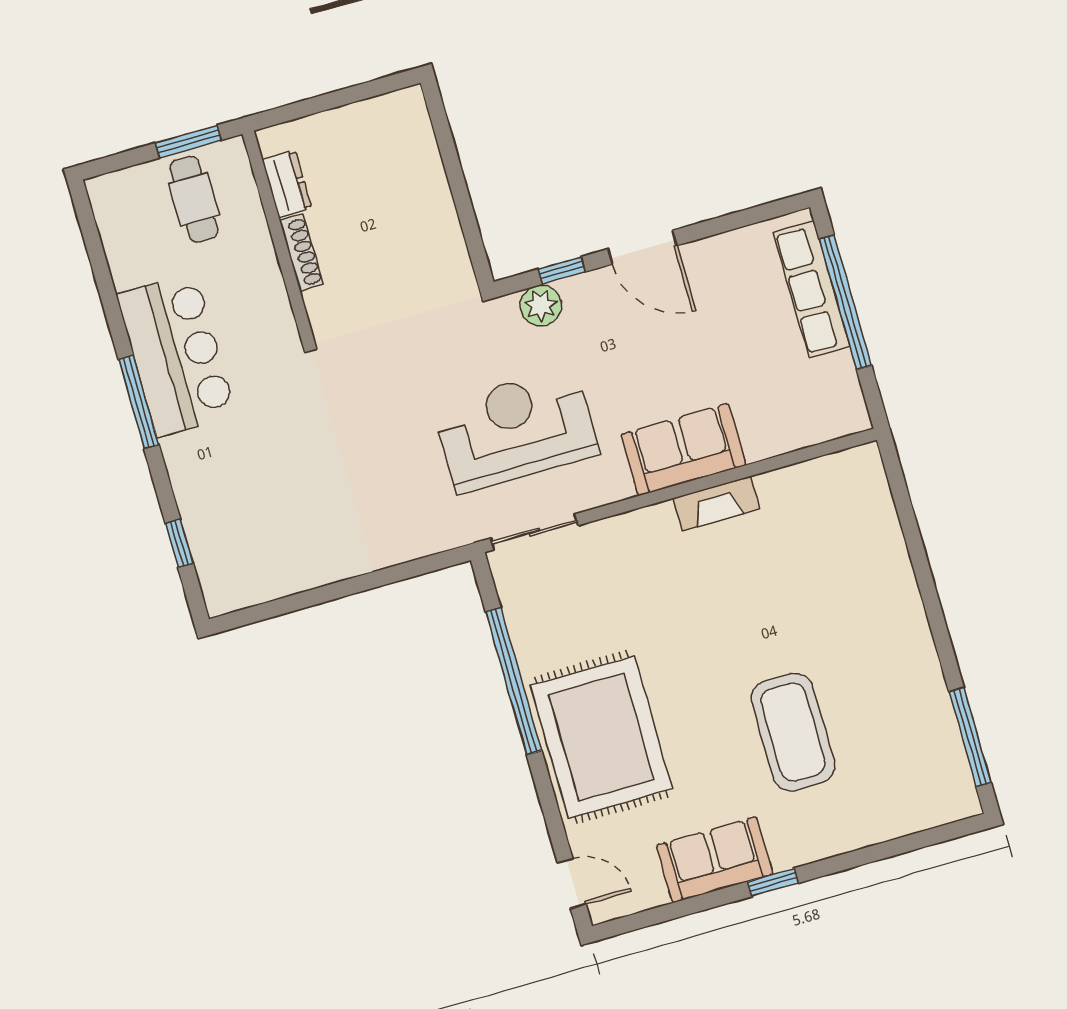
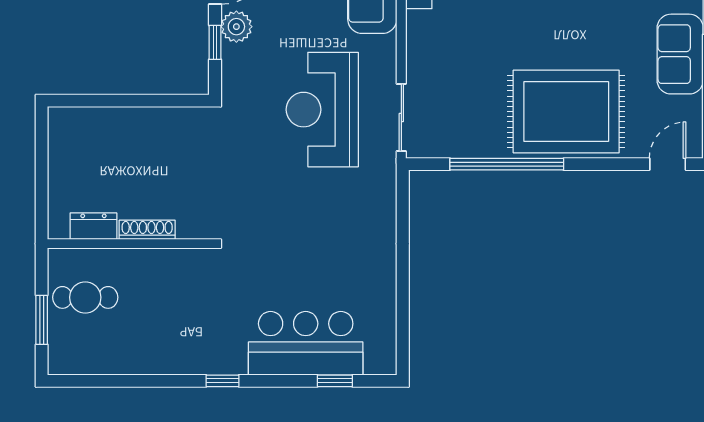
window: (188, 142) -> (42, 320), moved
plant: (541, 306) -> (236, 27), moved
bar counter: (176, 355) -> (306, 343), moved
window: (139, 402) -> (222, 381), width x0.46

